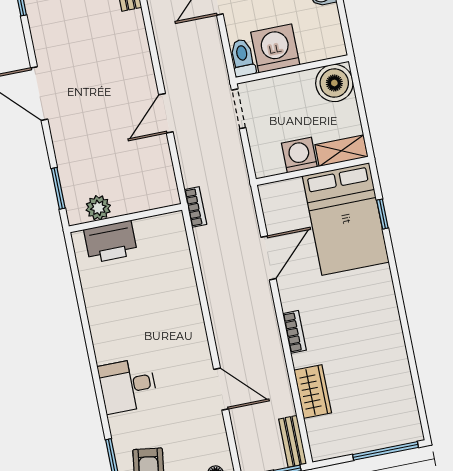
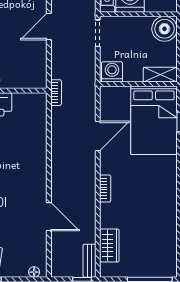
washing machine: (299, 155) -> (112, 72), moved
wardrobe: (313, 392) -> (109, 246), moved

